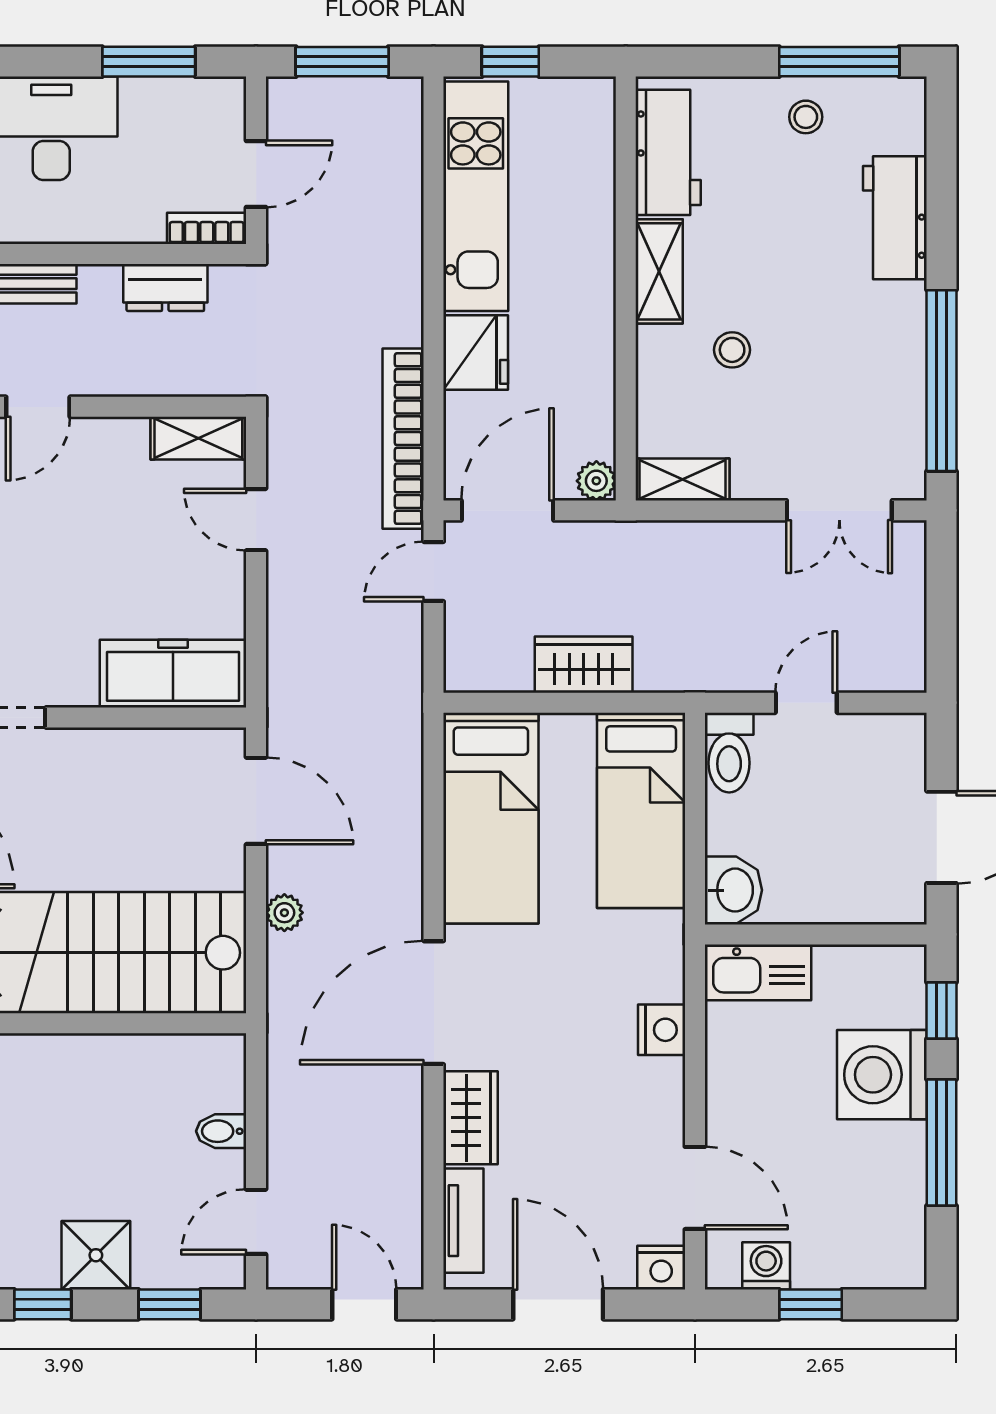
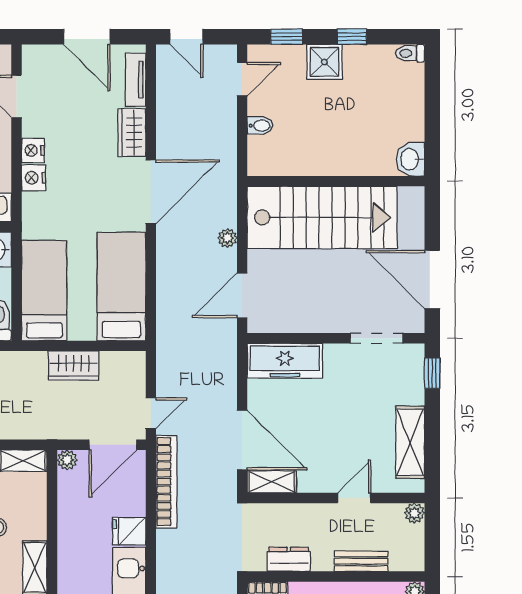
fridge: (476, 352) -> (129, 531), width x0.72
door: (256, 520) -> (242, 440), width x1.88
door: (256, 801) -> (242, 295), hinge flipped
nightstand: (661, 1268) -> (33, 150), moved, turned -90

